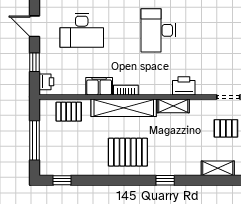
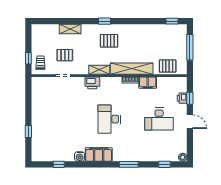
desk: (82, 30) -> (159, 119), turned 180
desk: (158, 30) -> (109, 119), turned 180
printer: (46, 82) -> (182, 98), moved
pallet: (128, 152) -> (109, 41), moved, width x0.67, depth x0.71

